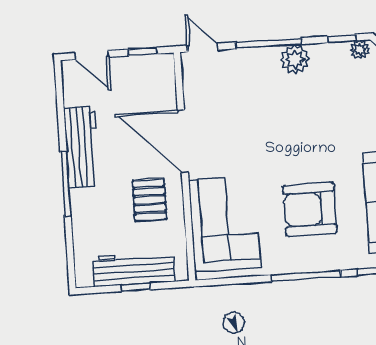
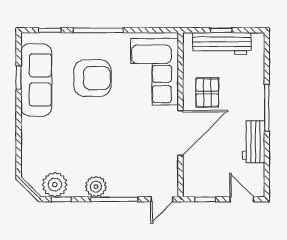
door: (203, 48) -> (162, 199), hinge flipped
plant: (360, 50) -> (55, 185), width x1.88, depth x1.88
door: (183, 141) -> (180, 133), hinge flipped
workbench: (81, 147) -> (254, 142), width x0.73

